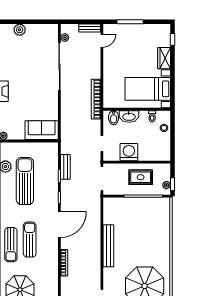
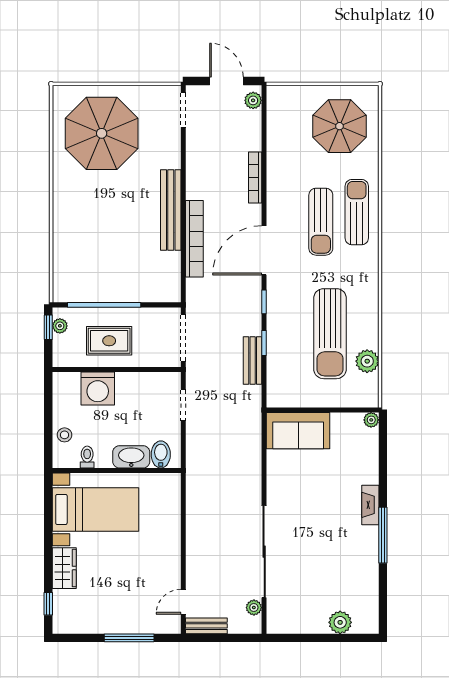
bookcase: (96, 99) -> (194, 239), moved
washing machine: (129, 152) -> (98, 389), moved

